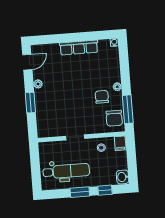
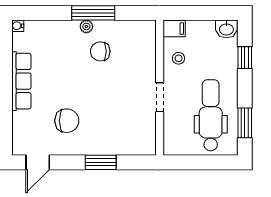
door: (27, 62) -> (38, 162), swing flipped
plant: (38, 84) -> (73, 148), removed
window: (128, 109) -> (93, 13), moved
chair: (114, 118) -> (67, 121), moved
window: (80, 192) -> (245, 123), moved

